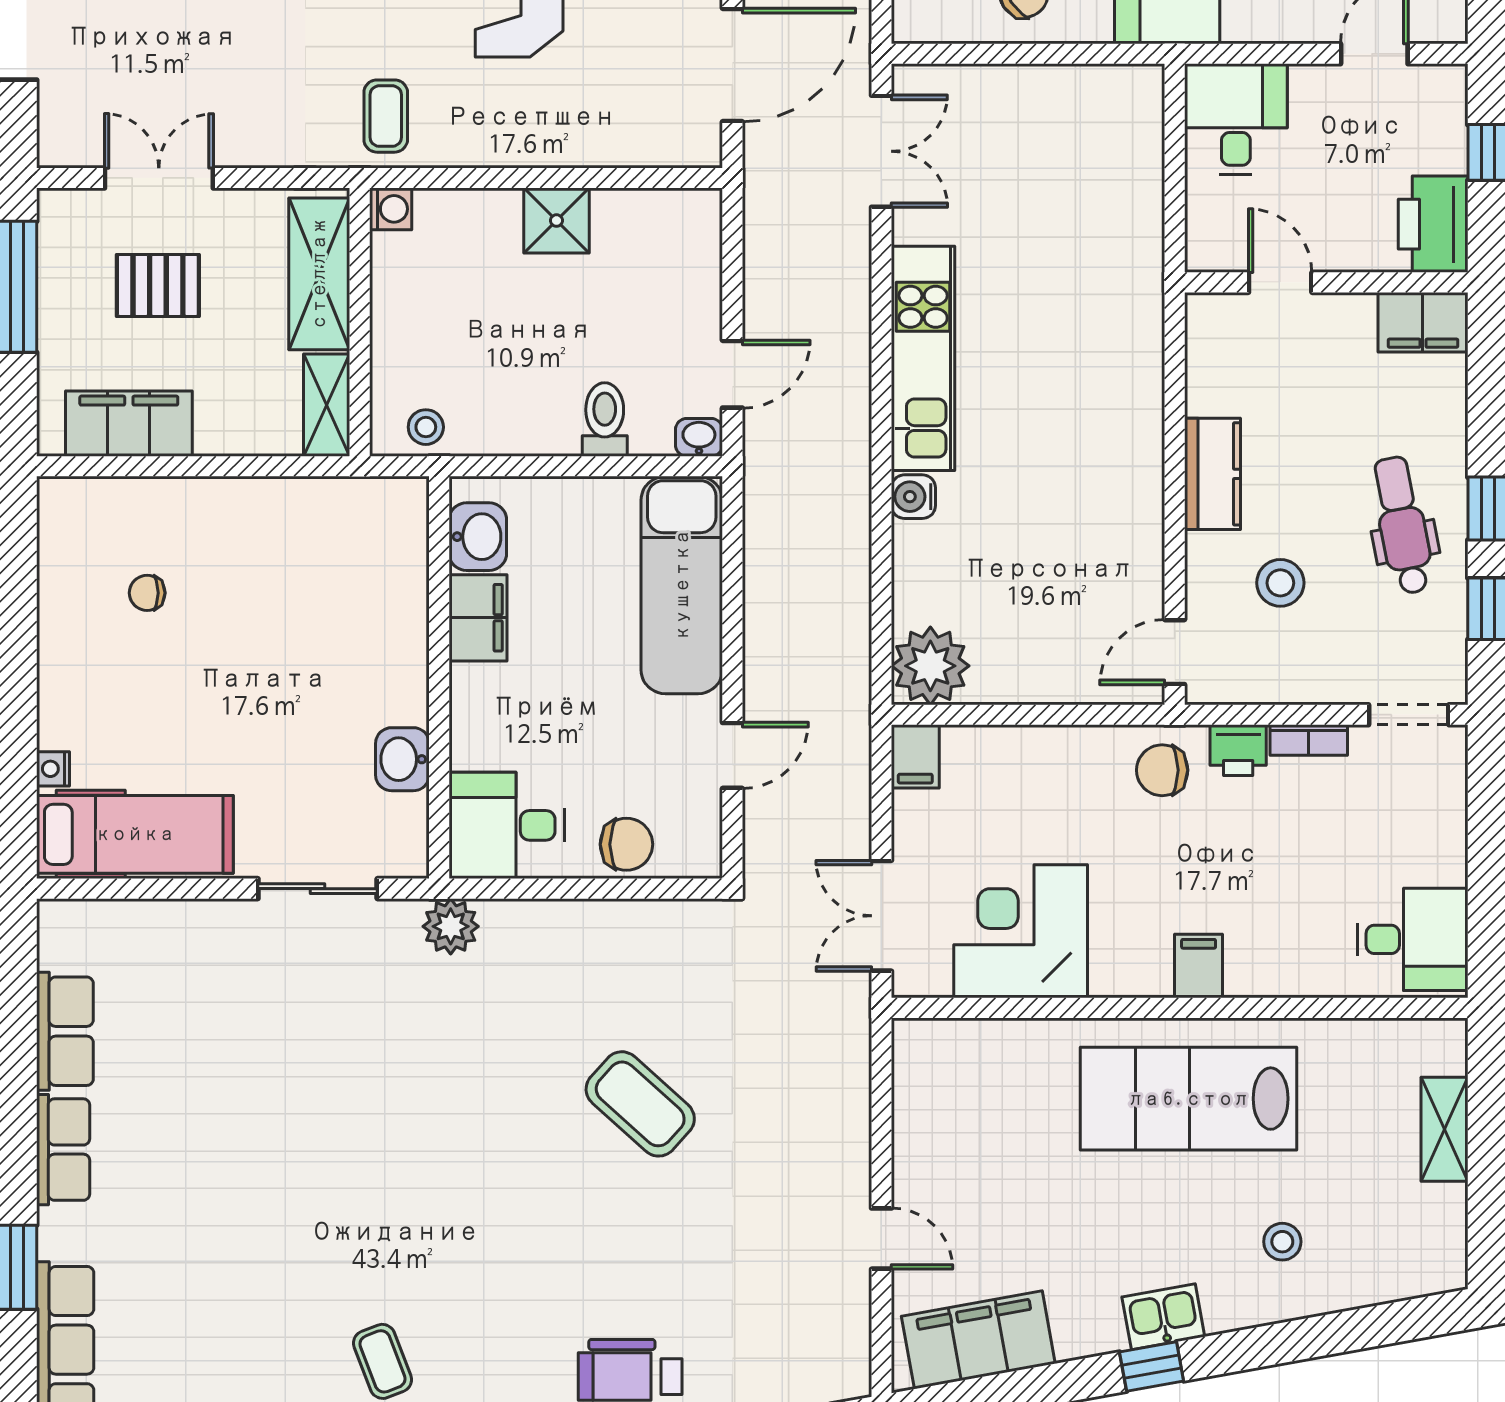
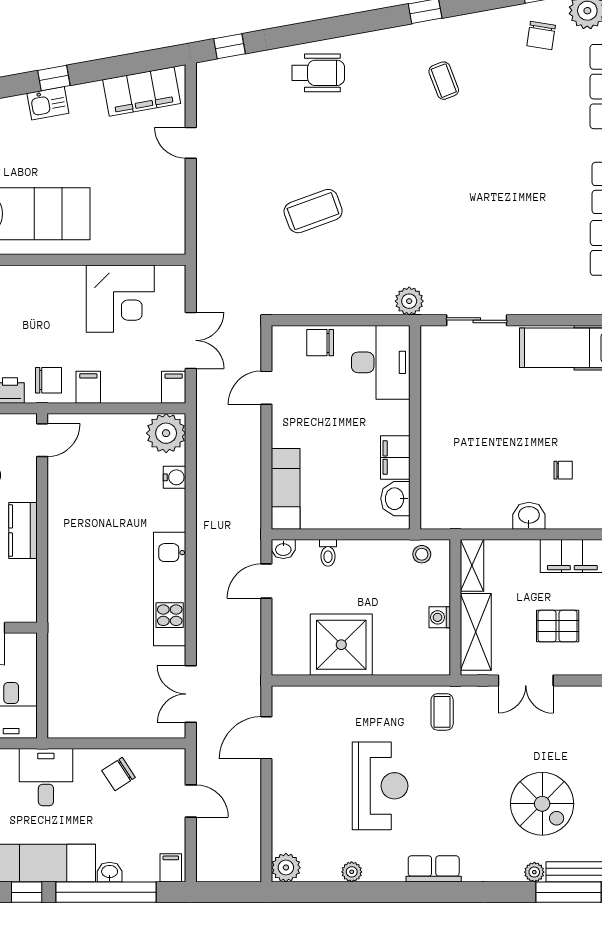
door: (732, 65) -> (266, 738), width x0.73
double door: (159, 178) -> (526, 680), moved
washing machine: (391, 209) -> (440, 617), moved
shower: (556, 221) -> (341, 645), width x1.86, depth x1.86
toilet: (605, 419) -> (328, 553), width x0.73, depth x0.72
water cooler: (913, 497) -> (175, 477), moved
exam couch: (682, 585) -> (286, 489), width x0.73, depth x0.69
washbasin: (402, 759) -> (529, 516), moved, turned -90
desk: (507, 825) -> (381, 362), width x1.37
double door: (881, 916) -> (191, 340), moved
filing cabinet: (1199, 966) -> (88, 387), moved, turned 180
coffee table: (640, 1104) -> (313, 211), turned -62

